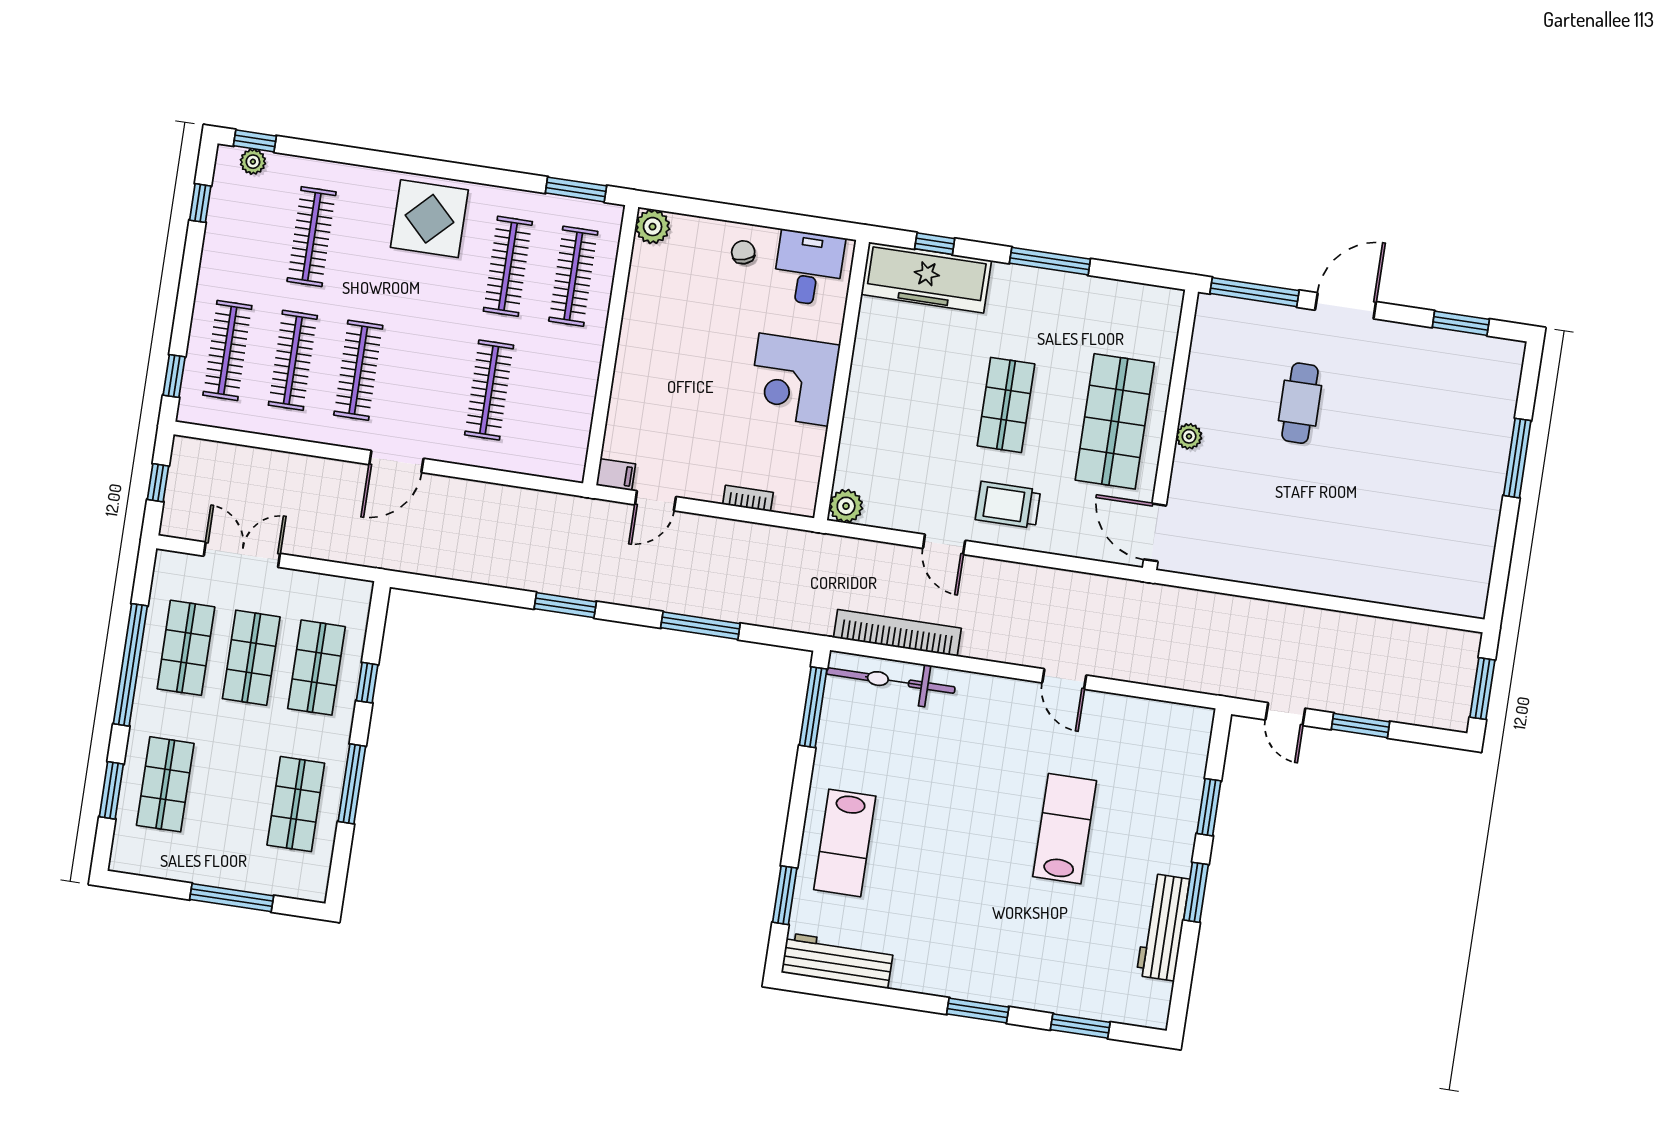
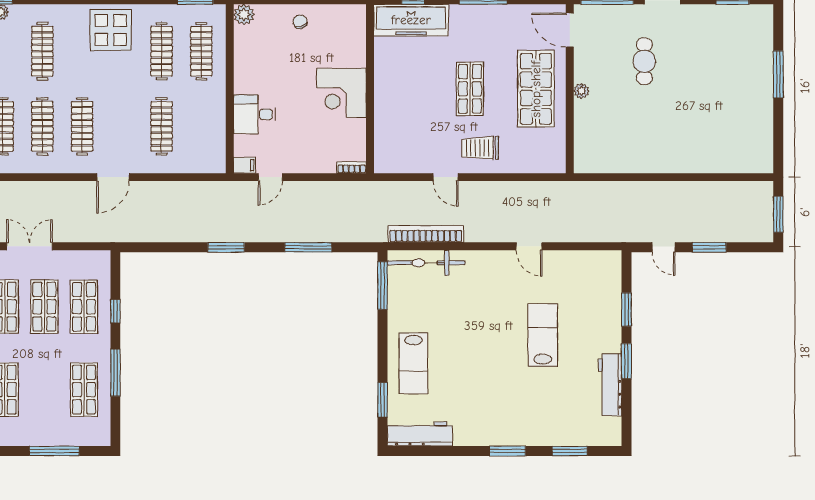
desk: (809, 268) -> (255, 114), moved, turned -90
bookcase: (748, 498) -> (352, 167), moved
plant: (846, 506) -> (384, 163), removed
door: (1155, 532) -> (570, 30), moved

